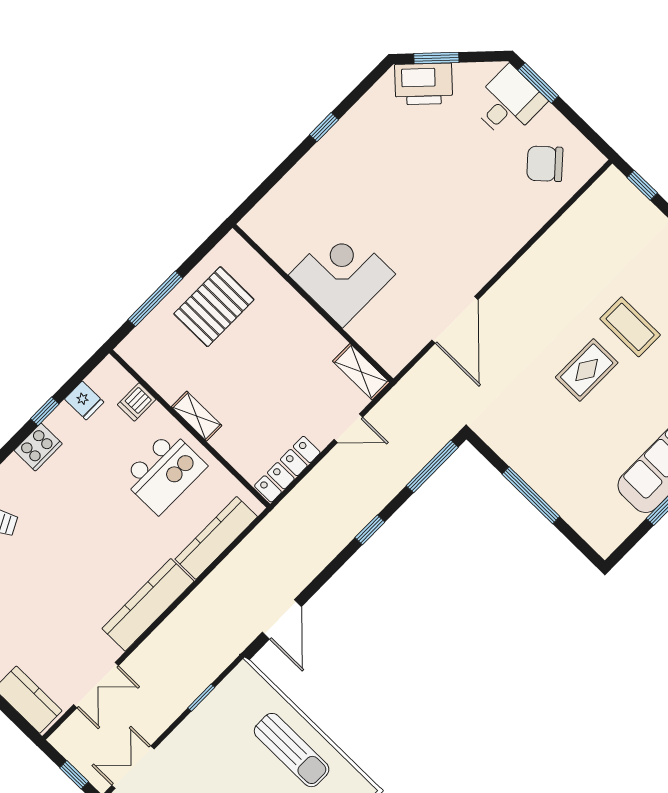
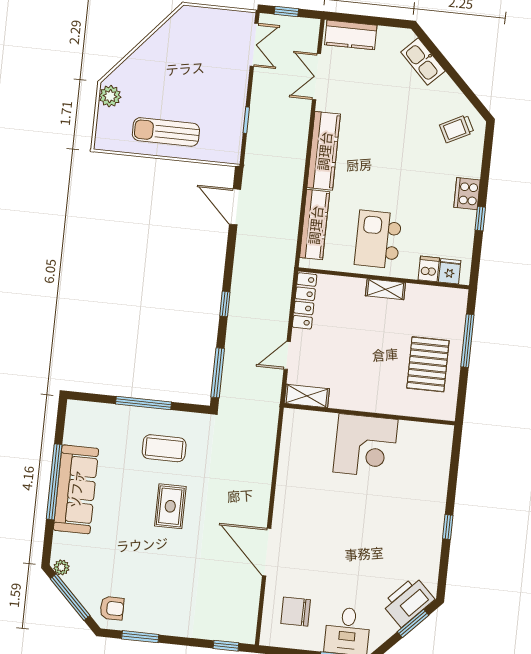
chair: (545, 164) -> (296, 612), turned -138
door: (455, 320) -> (267, 552), moved
coffee table: (630, 327) -> (164, 448), moved
fridge: (84, 401) -> (450, 271), moved, turned 90

